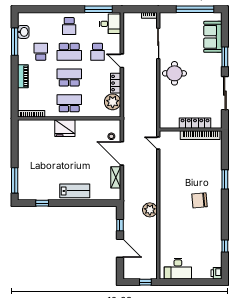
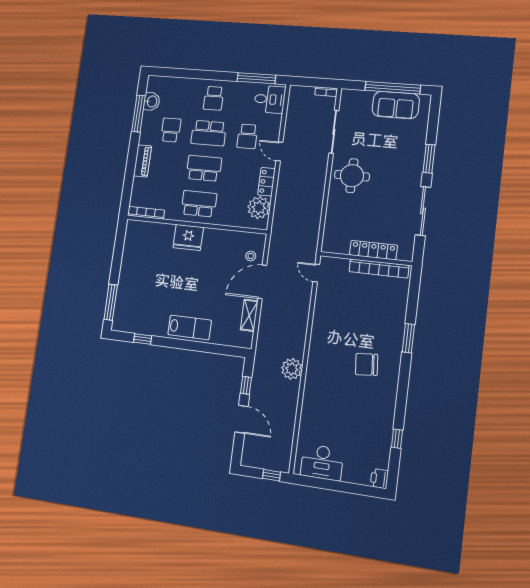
sofa: (213, 37) -> (396, 105), moved, turned -90
door: (122, 153) -> (262, 282), hinge flipped

